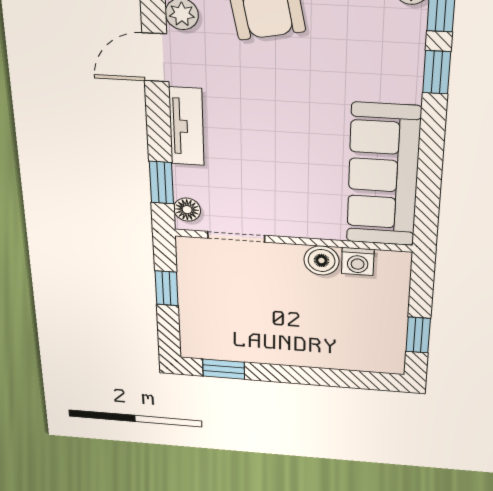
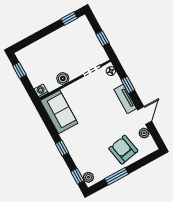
window: (437, 72) -> (62, 148), moved
sofa: (383, 175) -> (59, 112), width x0.73
window: (161, 183) -> (128, 85), moved
washing machine: (358, 261) -> (41, 91), moved

